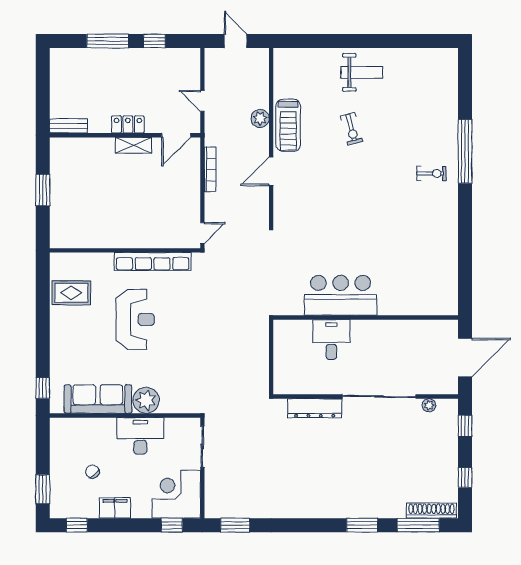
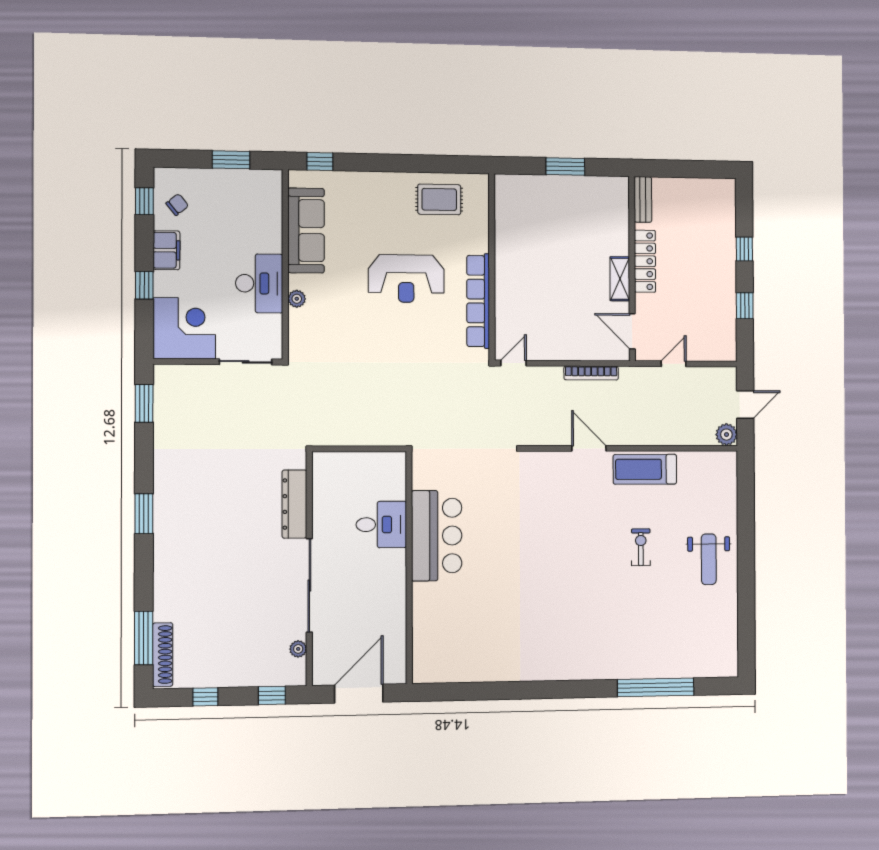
window: (108, 41) -> (744, 249), width x0.46
plant: (260, 118) -> (726, 435), moved
locker: (128, 124) -> (645, 261), width x1.53
exercise bike: (351, 129) -> (641, 547), turned 105
window: (465, 151) -> (656, 687), moved
exercise bike: (432, 173) -> (587, 647), removed
door: (202, 233) -> (514, 363), swing flipped
rug: (71, 293) -> (439, 199), turned 90
door: (465, 358) -> (359, 694), swing flipped
plant: (146, 400) -> (297, 299), width x0.53, depth x0.53
chair: (92, 472) -> (177, 205), moved
window: (43, 489) -> (231, 160), moved
window: (172, 525) -> (144, 285), moved
window: (362, 525) -> (144, 514), moved

